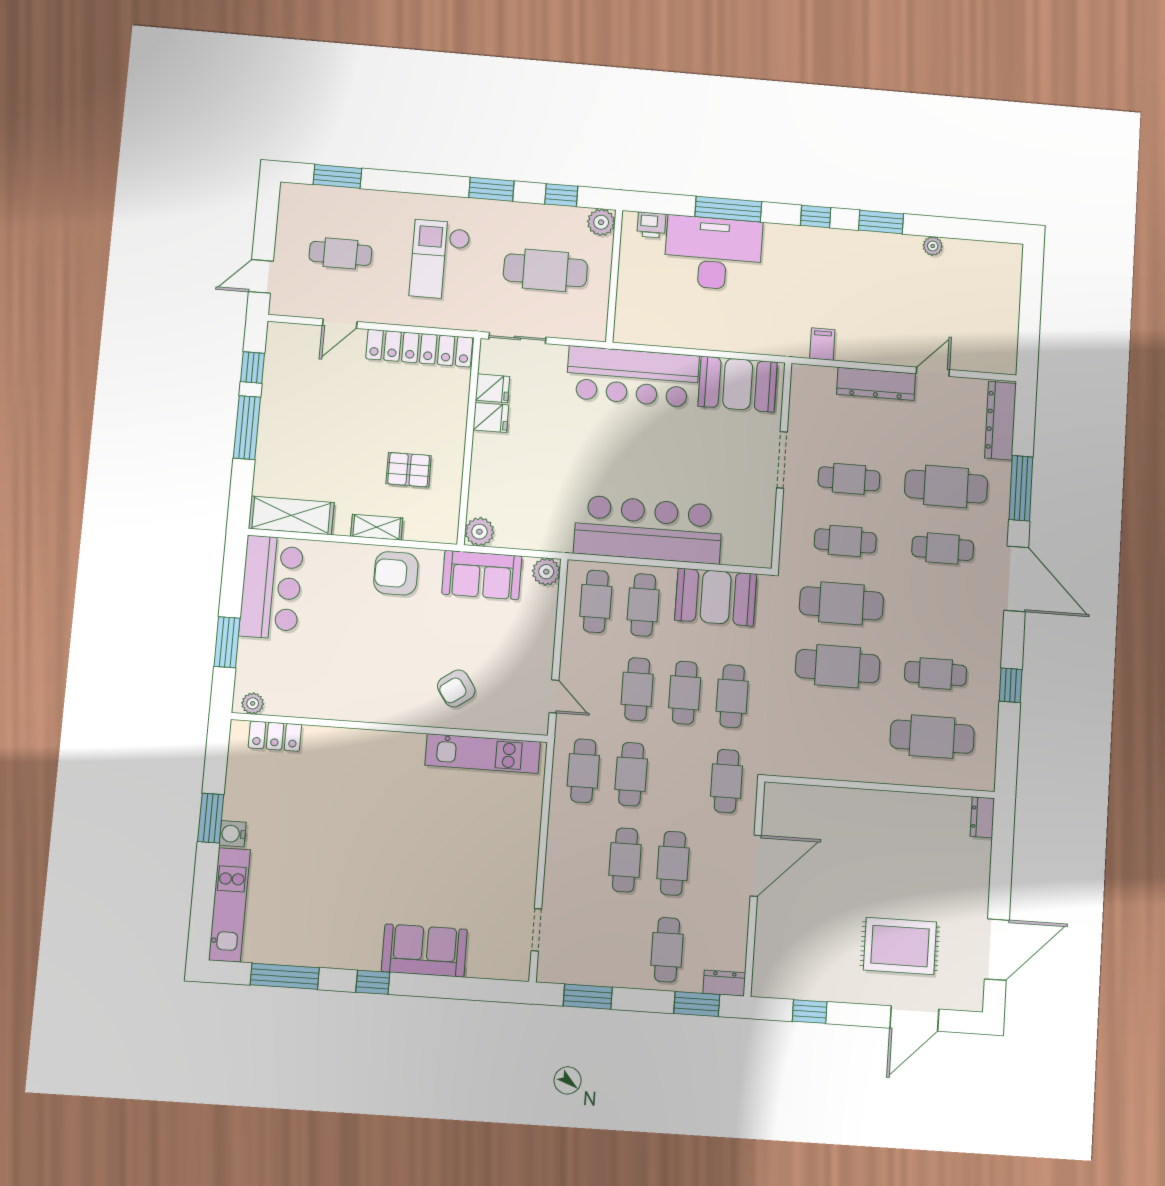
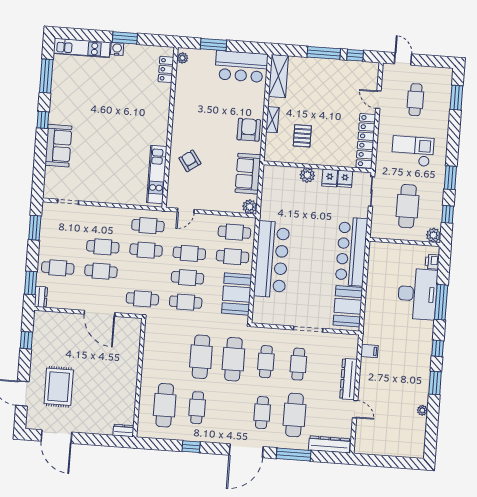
plant: (479, 532) -> (307, 175), moved

